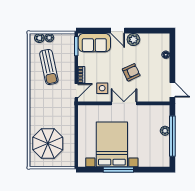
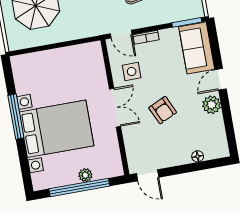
door: (172, 90) -> (148, 175), hinge flipped
bed with nightstands: (112, 144) -> (56, 129), moved

